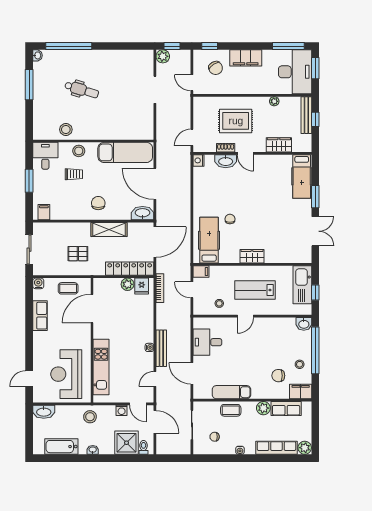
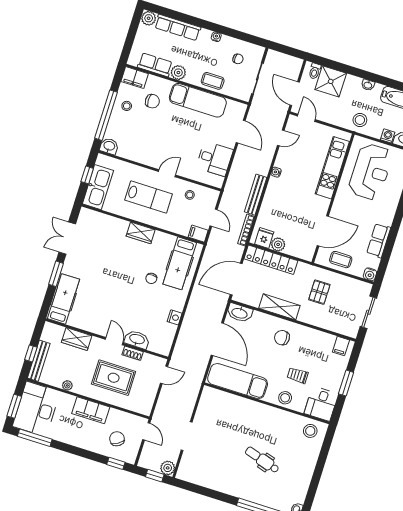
filing cabinet: (246, 58) -> (91, 410), moved, turned 180
window: (29, 85) -> (315, 482), removed
stool: (66, 129) -> (310, 431), moved
nightstand: (199, 160) -> (175, 317), moved
chair: (98, 203) -> (282, 338), turned 90
pallet: (78, 254) -> (319, 292), turned 90
bench: (161, 348) -> (256, 195), moved
exam couch: (232, 392) -> (198, 100), width x1.36, depth x1.45
washing machine: (122, 410) -> (388, 136), moved

